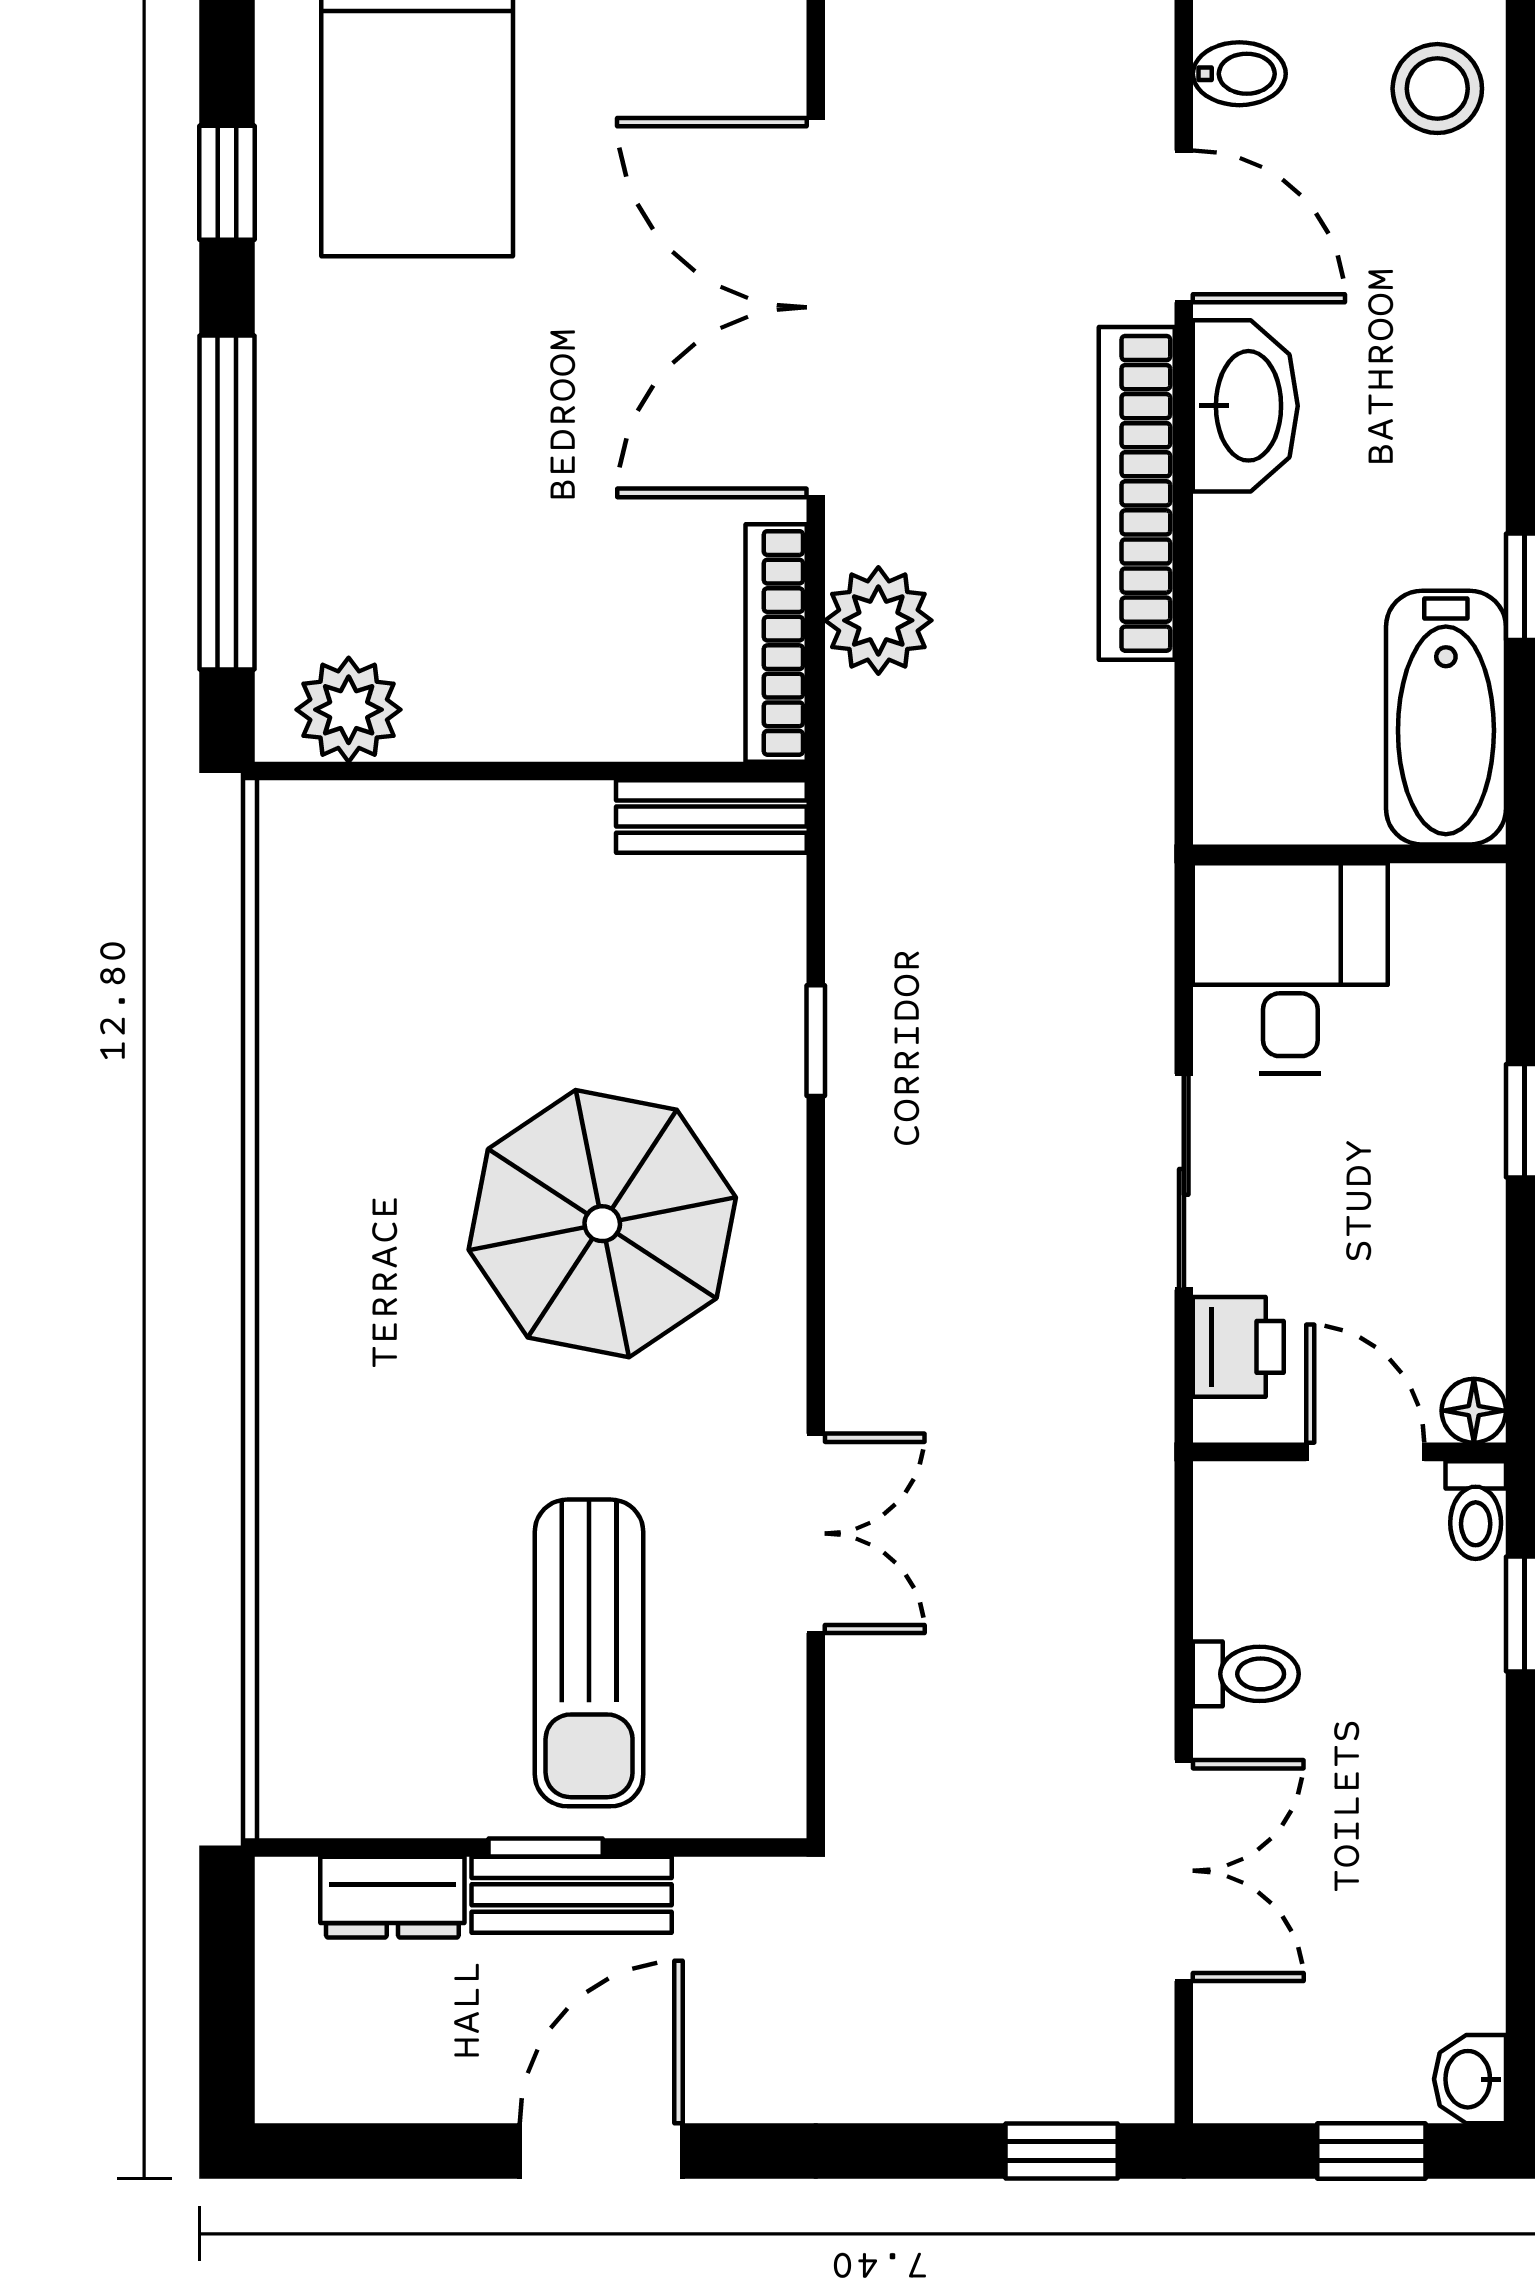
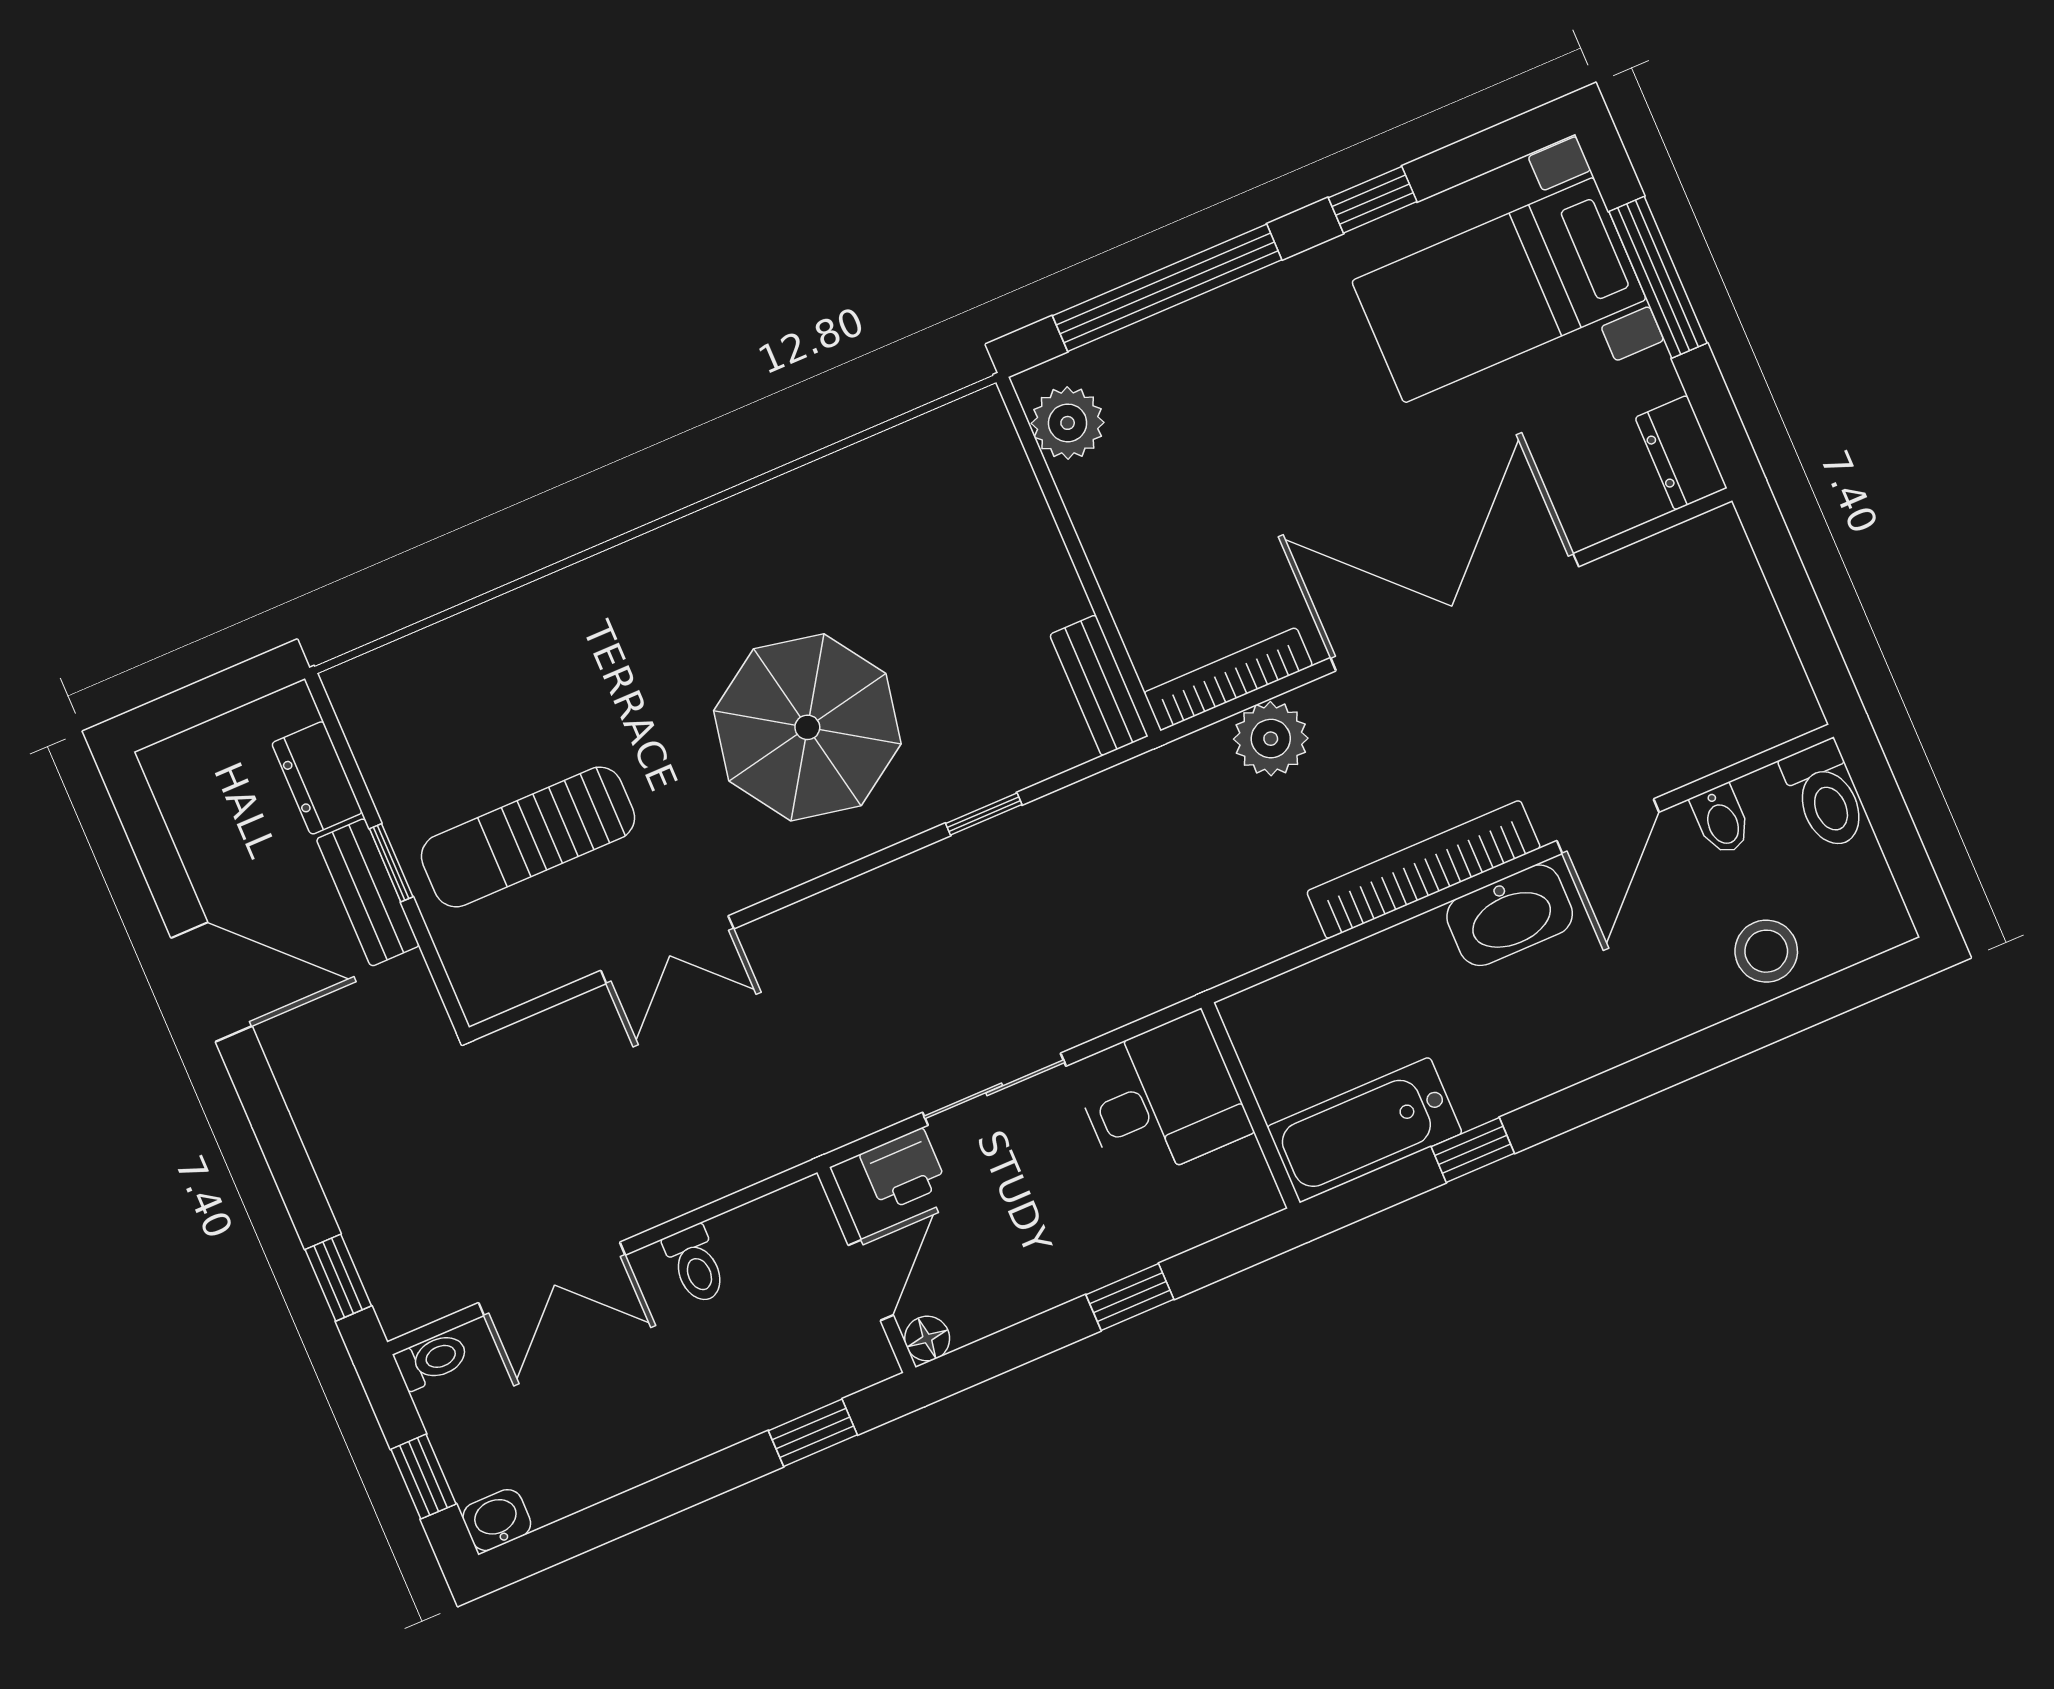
toilet: (1476, 1510) -> (432, 1360), moved, turned 180

